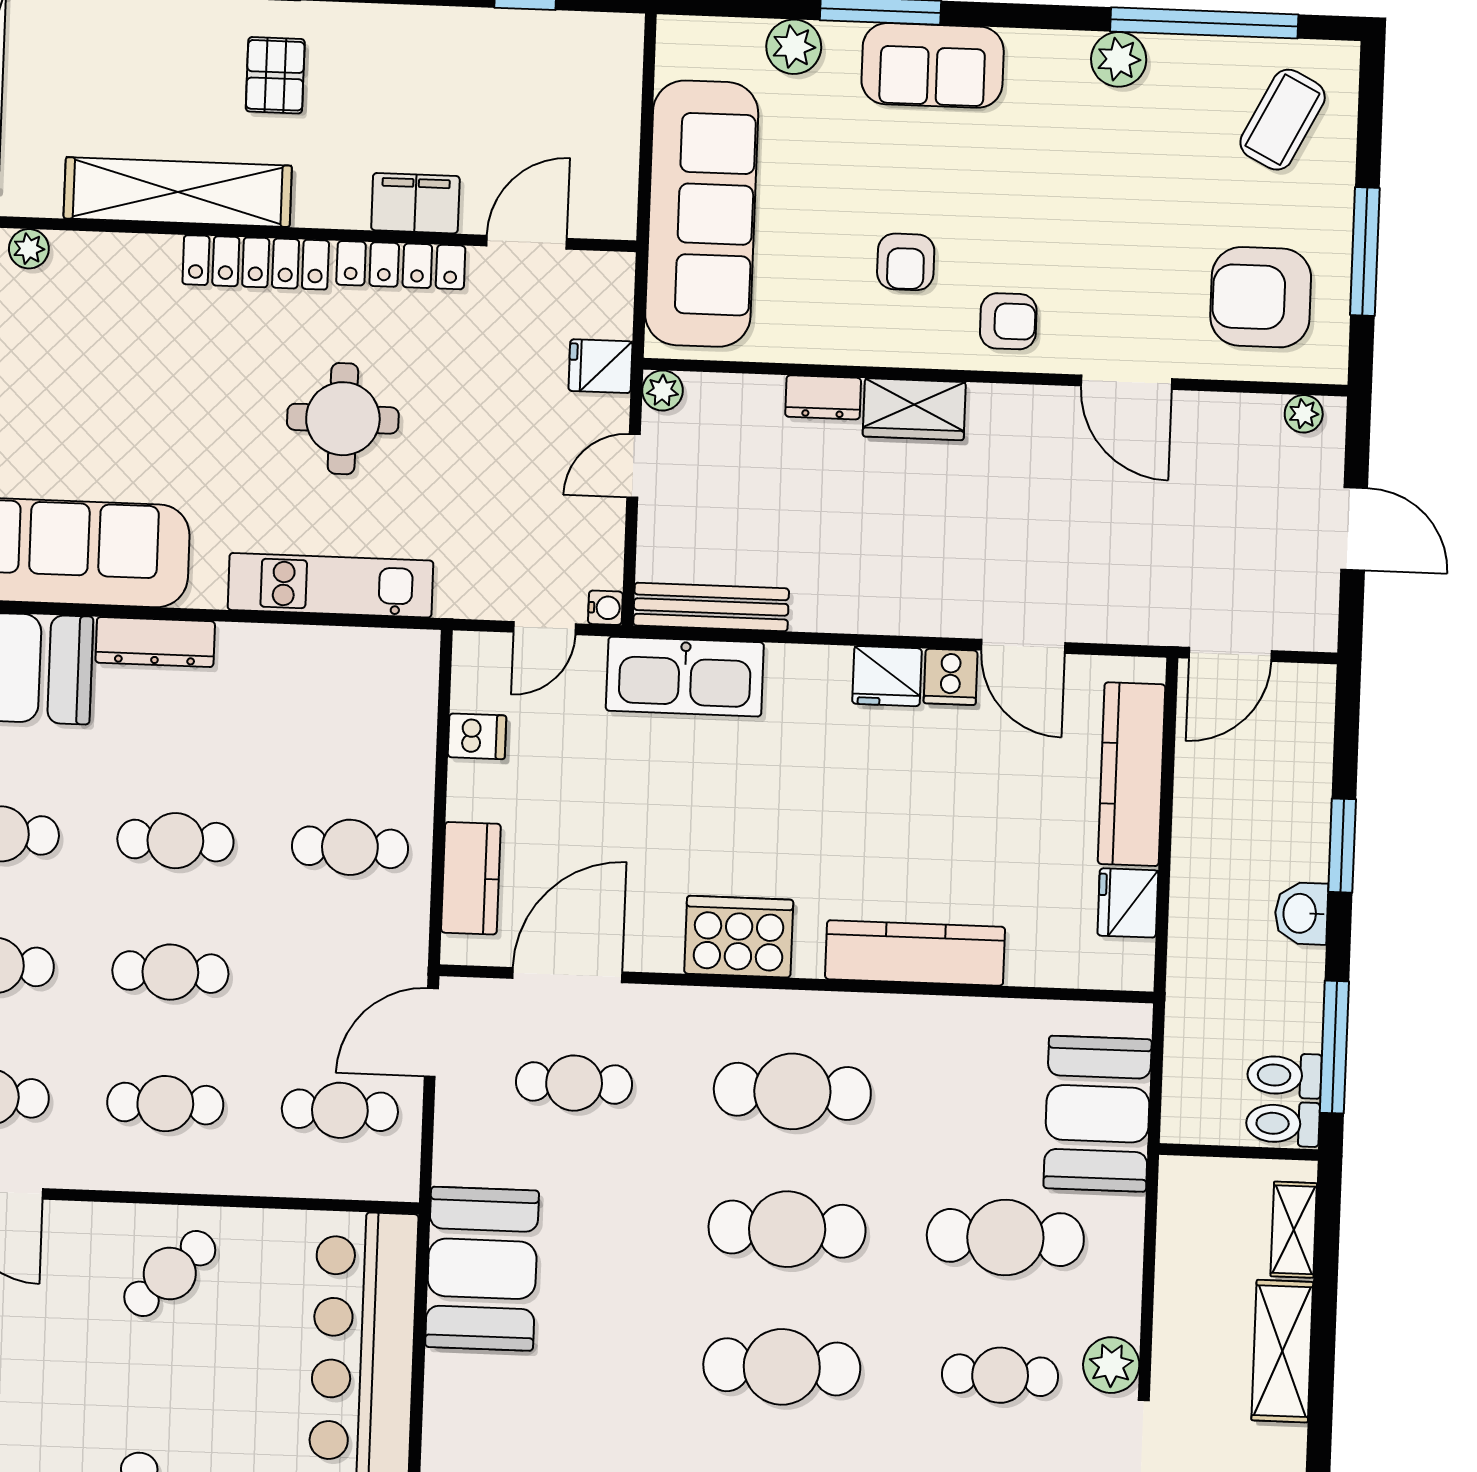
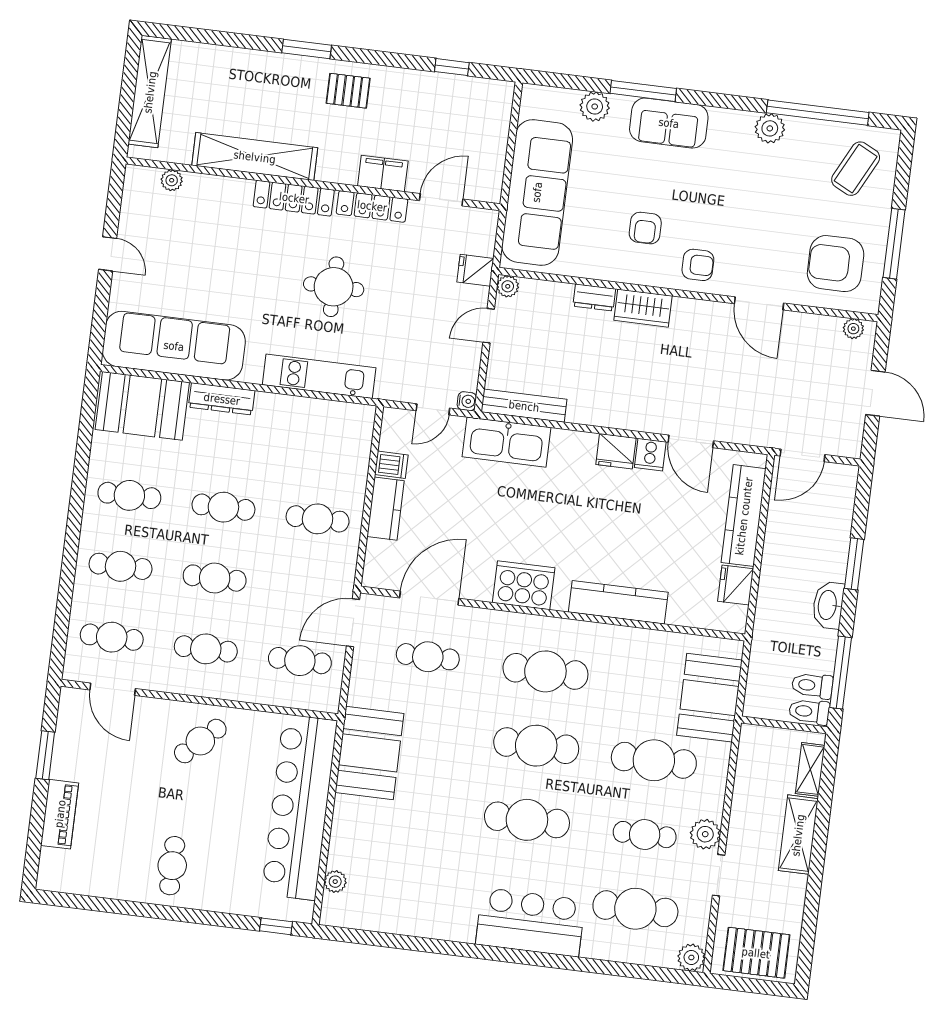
pallet: (275, 75) -> (348, 91), moved, turned 90
kitchen counter: (471, 878) -> (386, 509), moved
washbasin: (1301, 913) -> (828, 605), width x1.38

